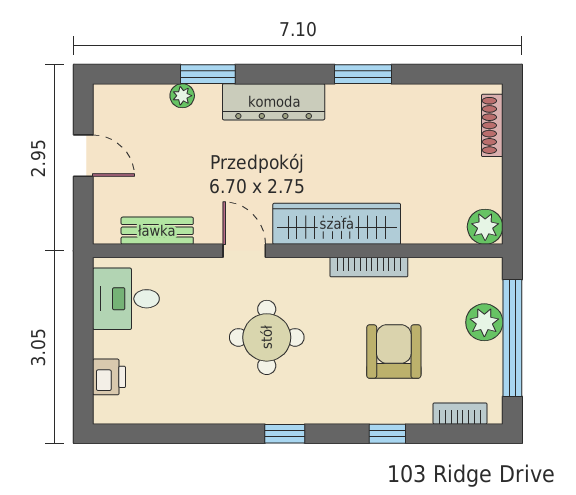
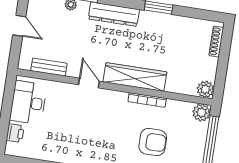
desk: (126, 299) -> (28, 103), width x1.37
plant: (484, 322) -> (201, 113), moved
round table: (267, 337) -> (93, 126), removed
armchair: (394, 352) -> (153, 142), turned 90

